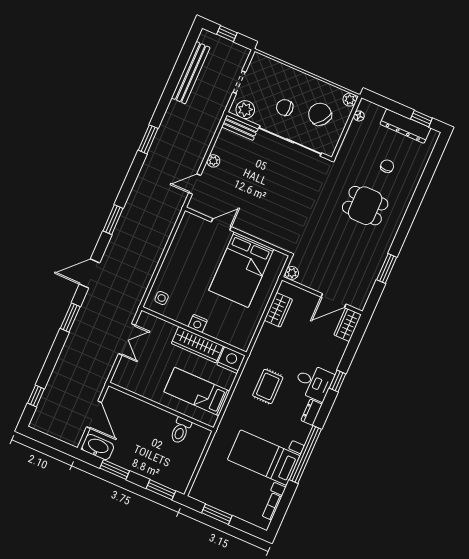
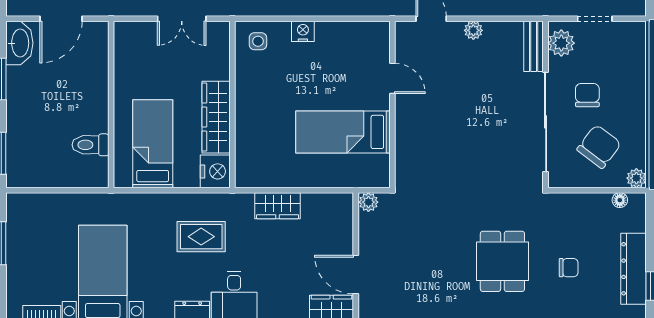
bed: (241, 270) -> (343, 132), width x0.67
wardrobe: (278, 310) -> (278, 206), moved
nightstand: (198, 323) -> (303, 31), moved, turned 90

